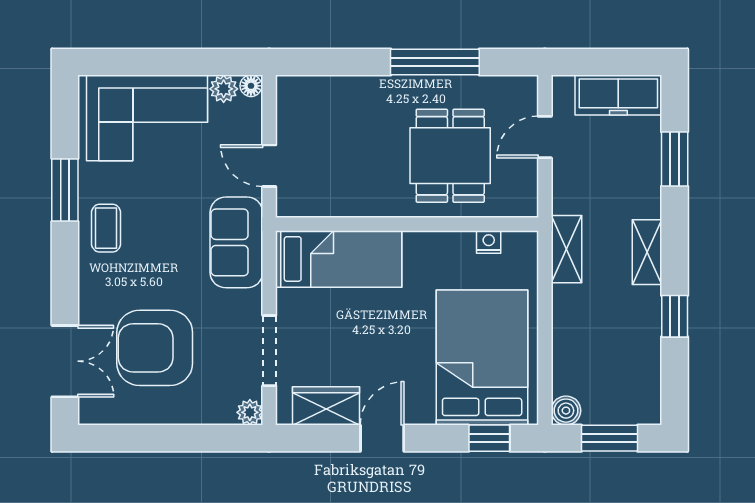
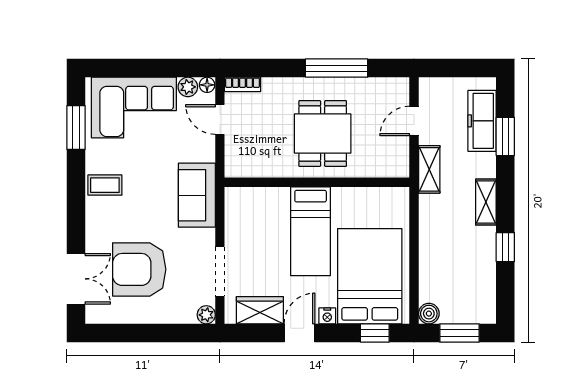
bookcase: (301, 85) -> (243, 84), added
freezer: (618, 95) -> (482, 121), moved, turned 90
dining table: (450, 156) -> (323, 133), moved
door: (269, 166) -> (220, 120), moved
window: (65, 190) -> (76, 128), moved
coffee table: (106, 228) -> (105, 185), turned 90
nightstand: (489, 242) -> (327, 316), moved, turned 180
shelving: (566, 249) -> (429, 169), moved
bed: (339, 259) -> (311, 231), moved, turned 90

